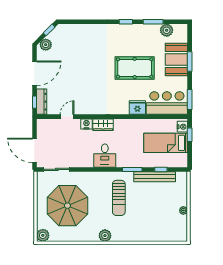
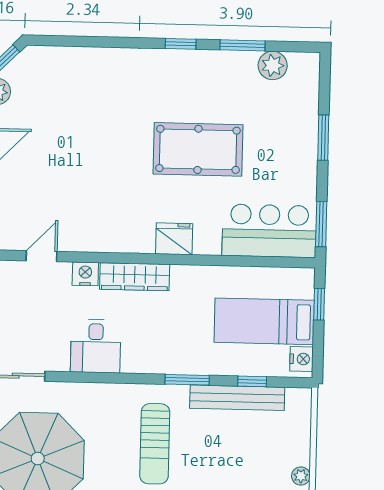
booth: (176, 60) -> (293, 132), removed
fridge: (137, 108) -> (174, 239), moved
wardrobe: (103, 125) -> (135, 277), width x1.50
nightstand: (182, 127) -> (302, 359), moved
desk: (105, 156) -> (96, 346), moved

